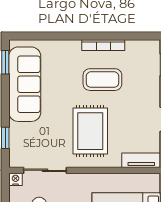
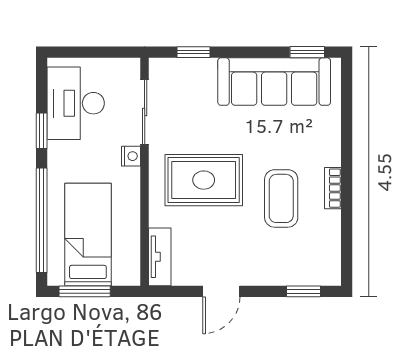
bookcase: (103, 45) -> (333, 188), width x0.64
nightstand: (16, 179) -> (131, 156), moved

